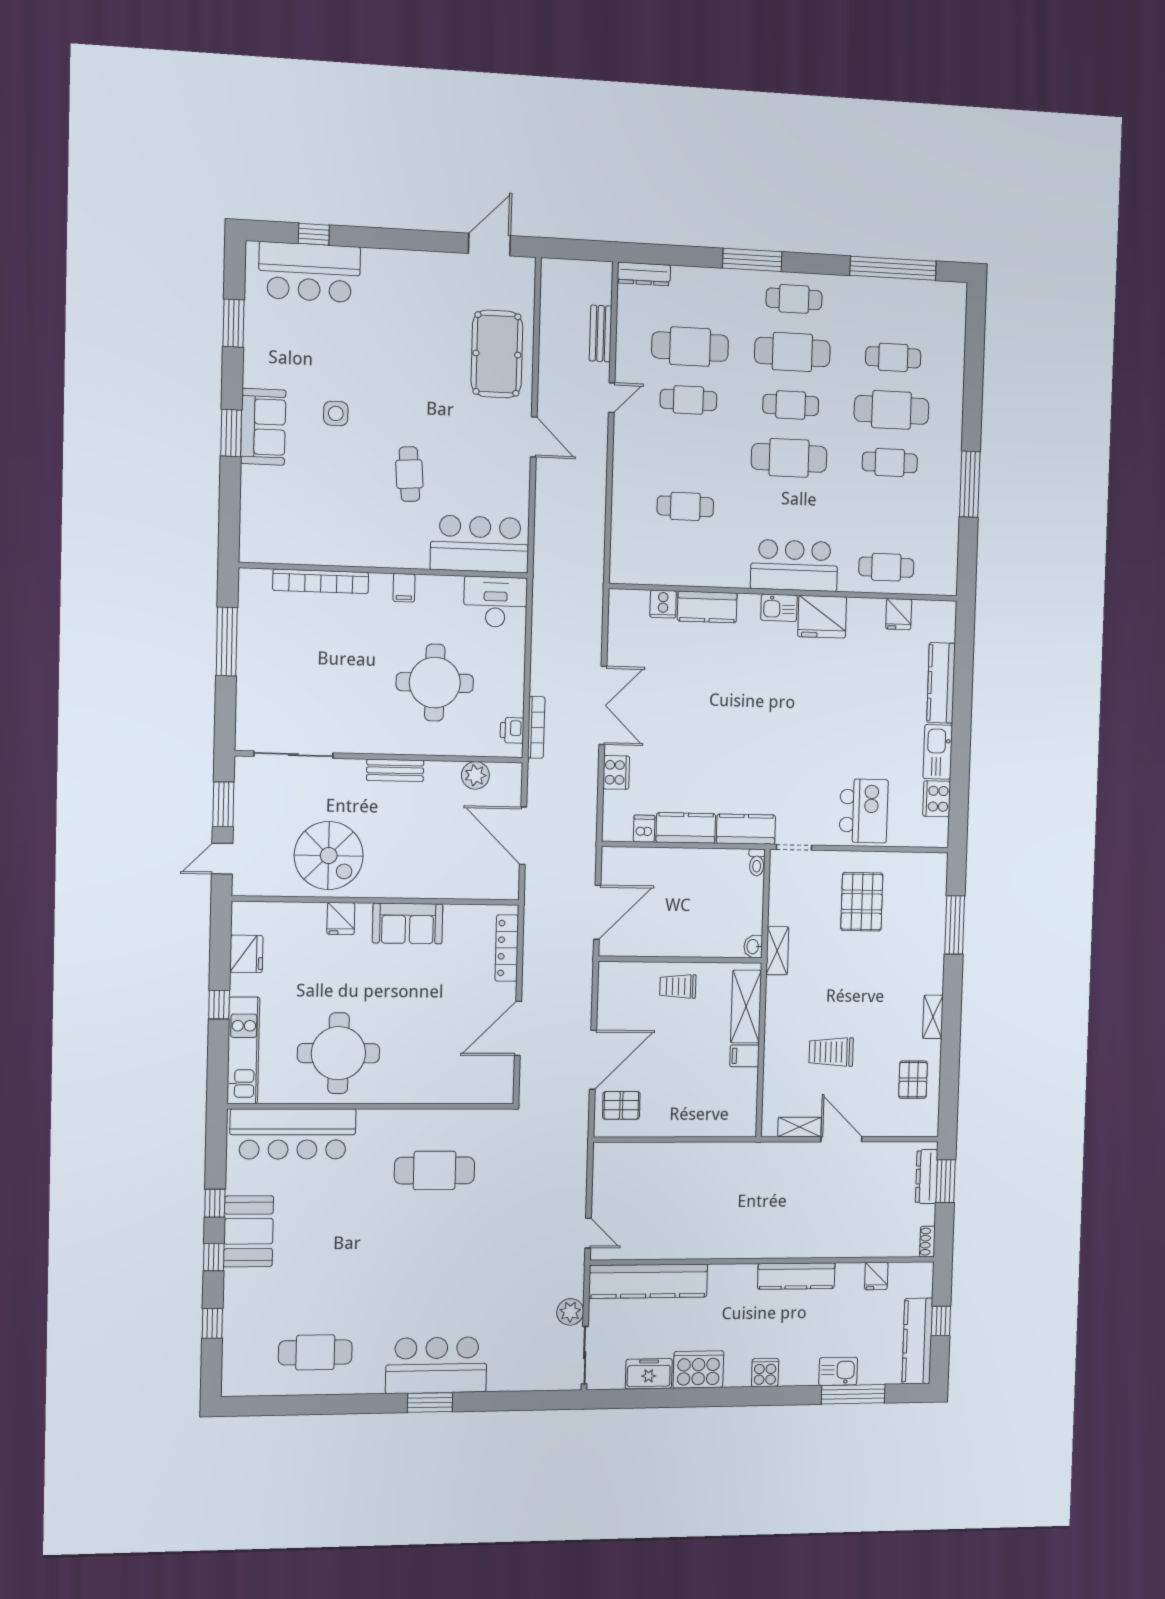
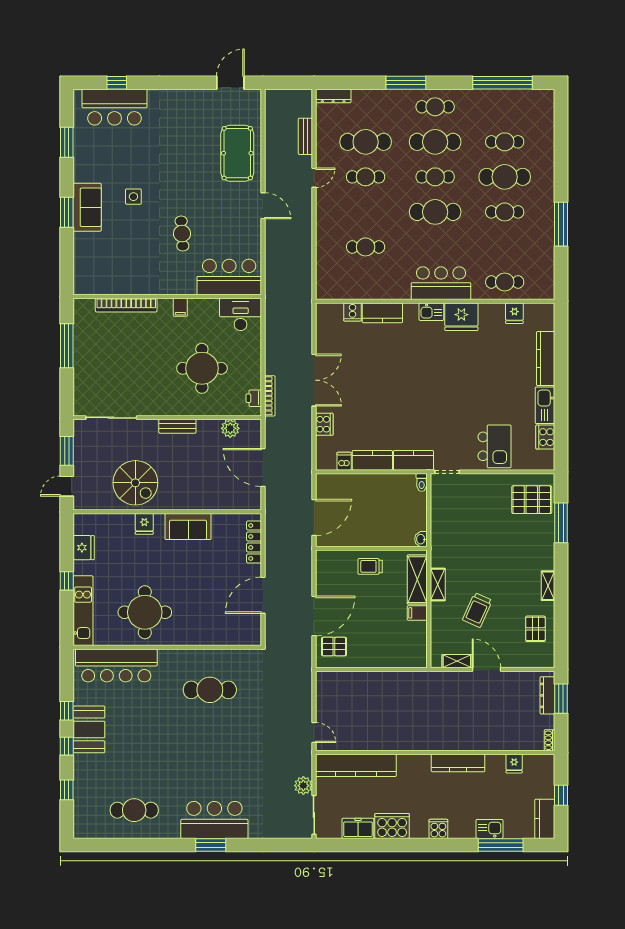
pallet: (862, 902) -> (532, 500), moved, turned 90
shelving: (777, 951) -> (438, 584), moved
trolley: (831, 1052) -> (477, 610), turned -66
kitchen counter: (917, 1341) -> (545, 819), width x0.67

